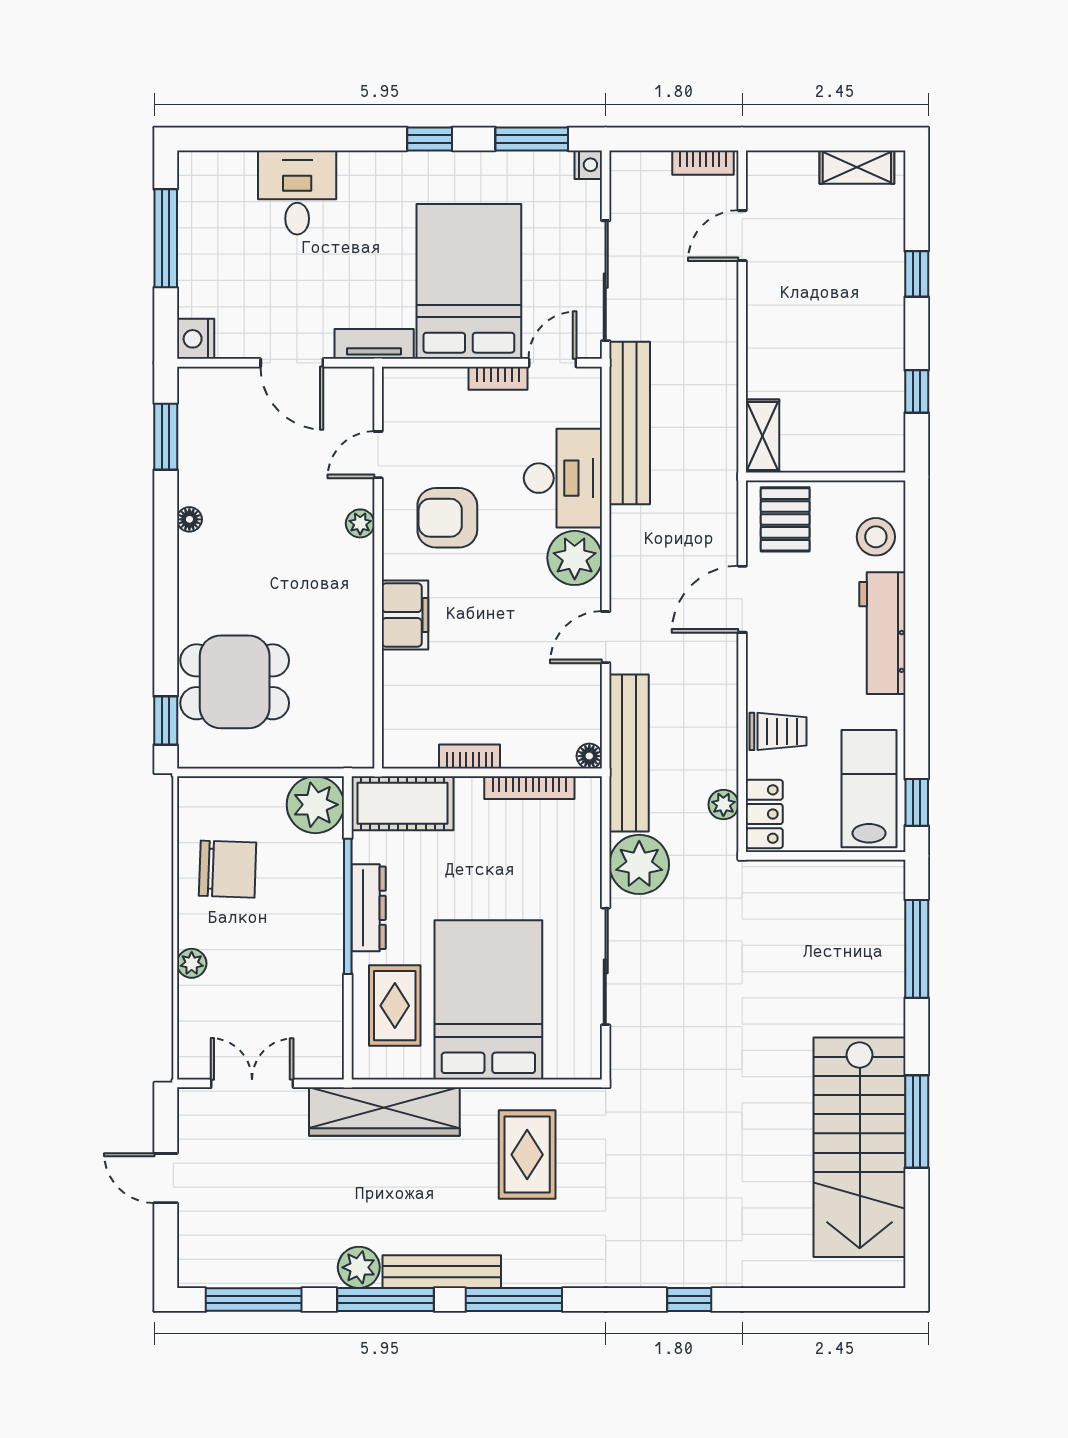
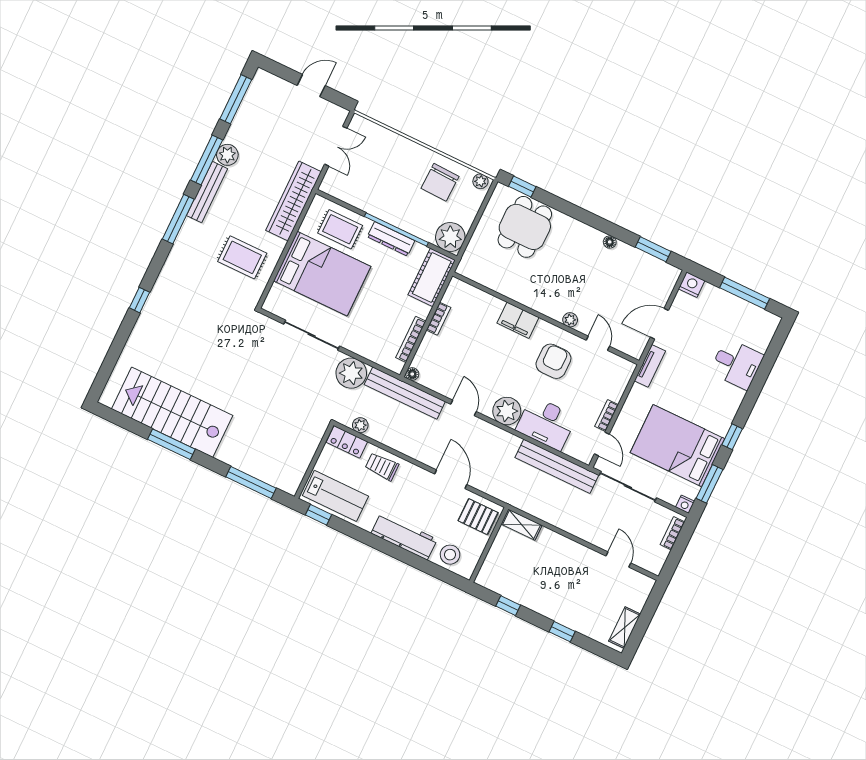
bookcase: (703, 163) -> (672, 533), moved
bed: (469, 281) -> (677, 446), moved, turned 180
trolley: (778, 731) -> (382, 467), turned 90
plant: (192, 963) -> (480, 181), moved

